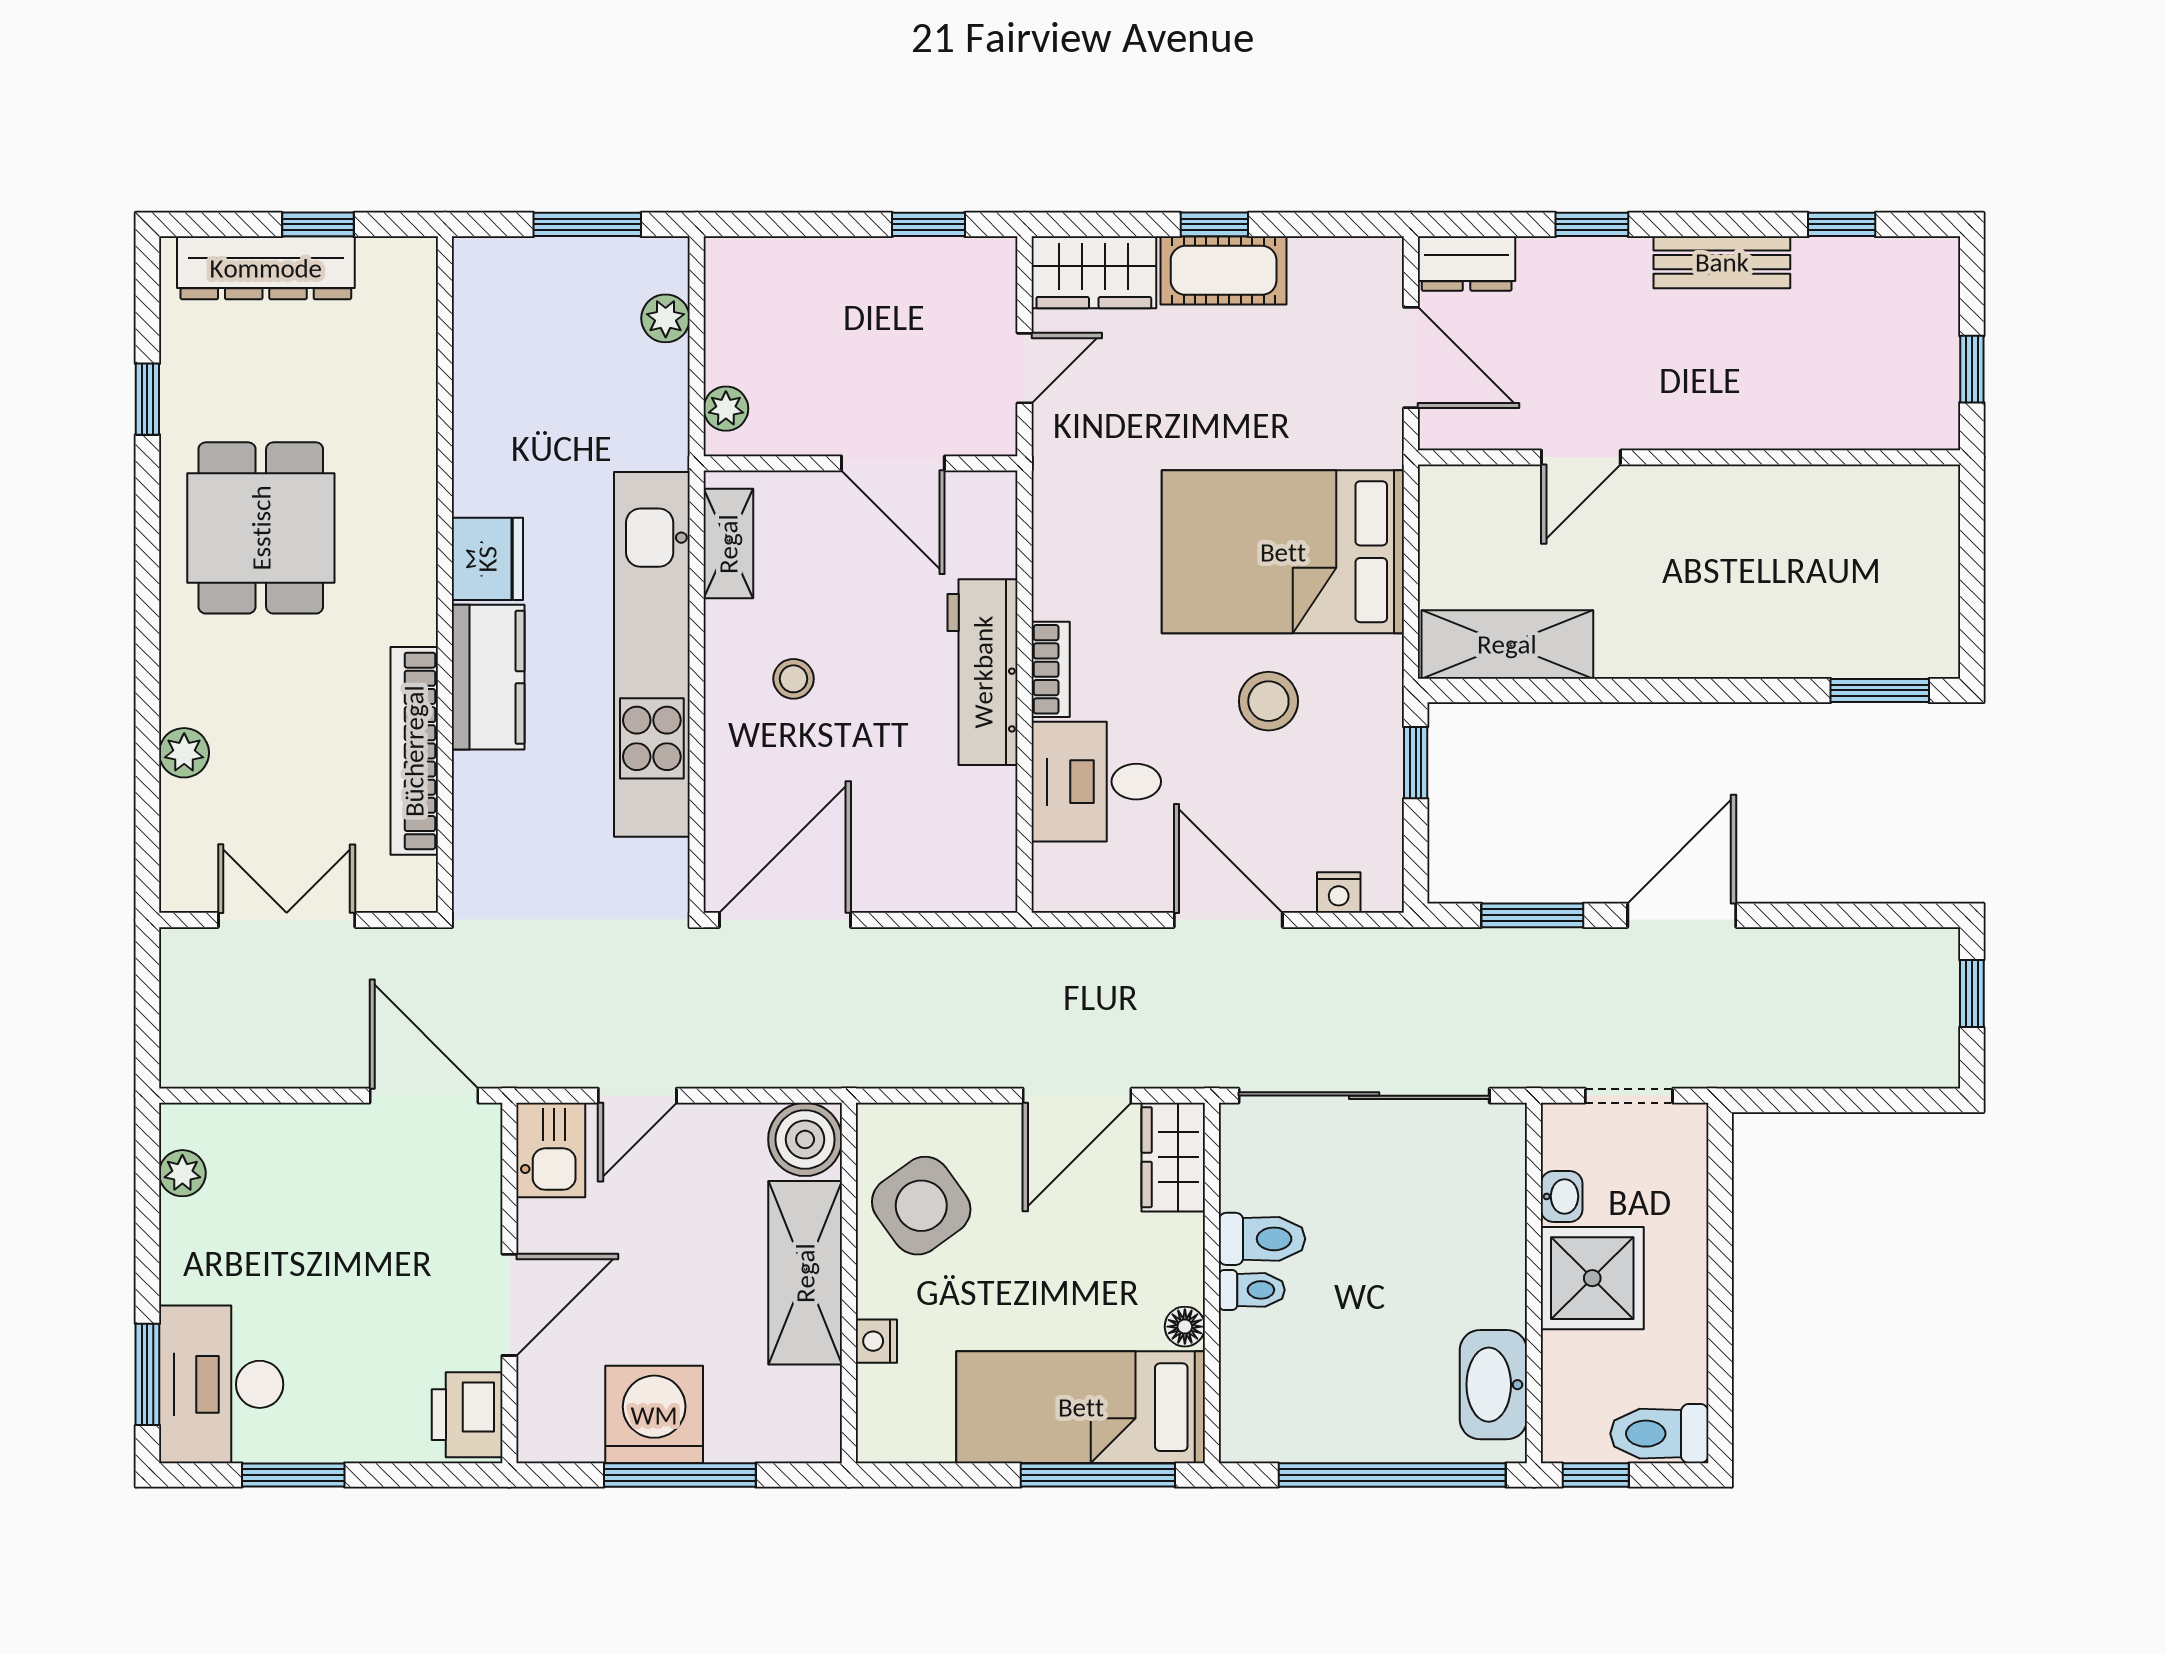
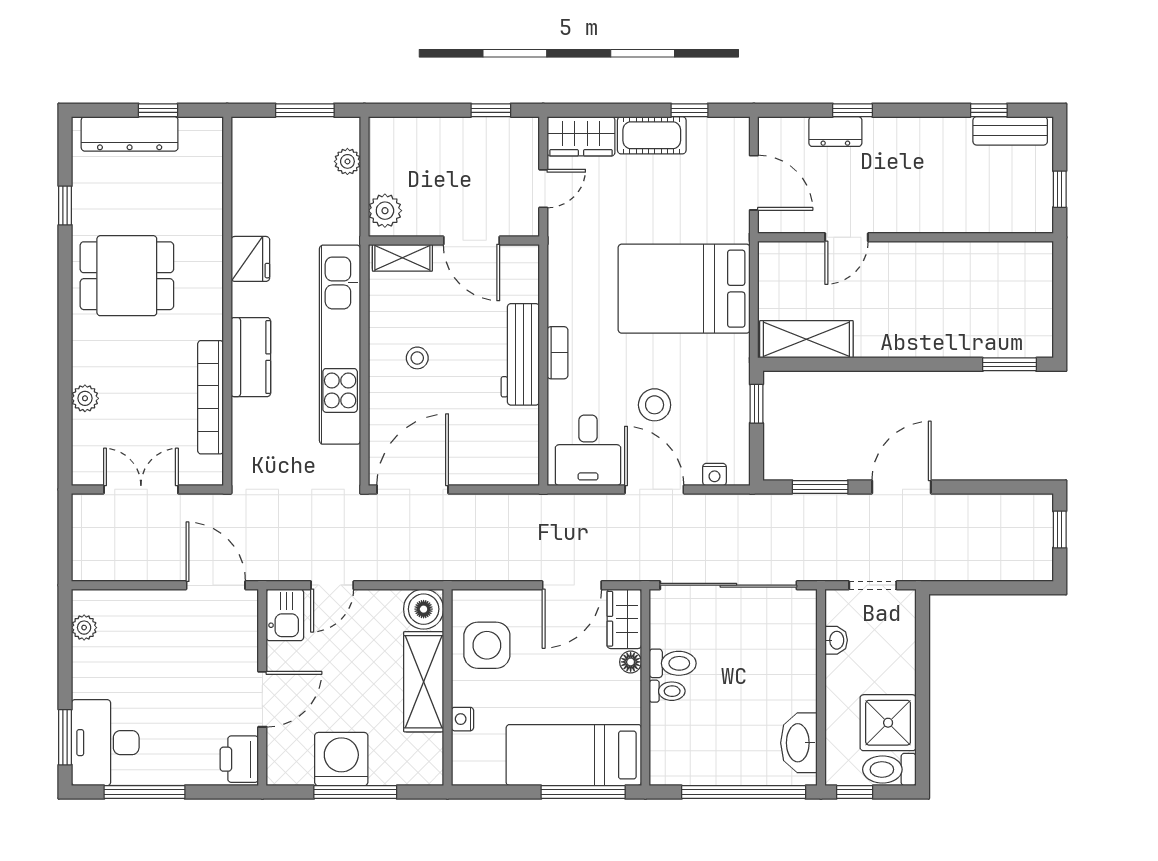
window: (1214, 224) -> (689, 110), moved
bench: (1722, 262) -> (1010, 131), moved
dresser: (1467, 264) -> (835, 132), moved
plant: (726, 409) -> (385, 211), width x1.38, depth x1.38
dining table: (261, 528) -> (127, 276), turned 90
shelving: (728, 544) -> (402, 258), moved, turned 90
fridge: (487, 559) -> (250, 259), moved
stool: (1268, 701) -> (655, 405), moved
desk: (1096, 782) -> (588, 450), moved, turned -90
side table: (921, 1206) -> (487, 645), turned 36
shower: (1592, 1278) -> (888, 723), moved
floor lamp: (1185, 1327) -> (631, 662), moved
window: (293, 1475) -> (145, 792), width x1.44

